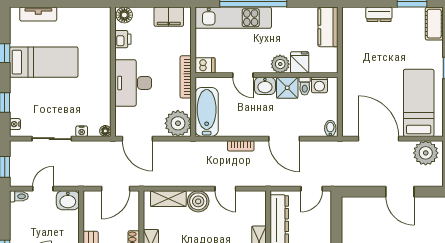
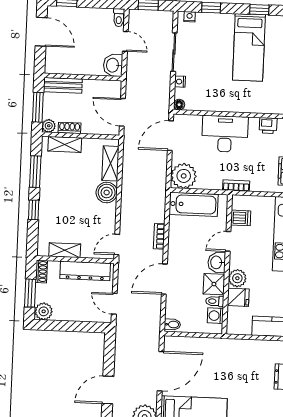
dishwasher: (205, 65) -> (241, 218), moved, turned -90
bookcase: (186, 77) -> (236, 186), width x0.64
door: (225, 189) -> (117, 244), moved

